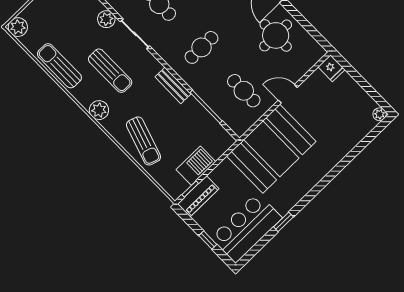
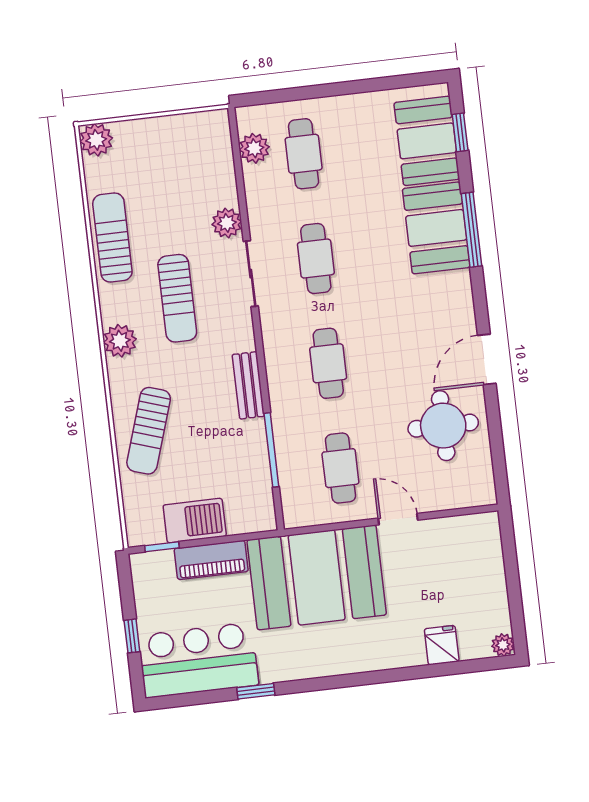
cafe table: (202, 47) -> (328, 363), turned 90
fridge: (331, 68) -> (442, 645), moved, turned 180
piano: (198, 196) -> (211, 560), moved

